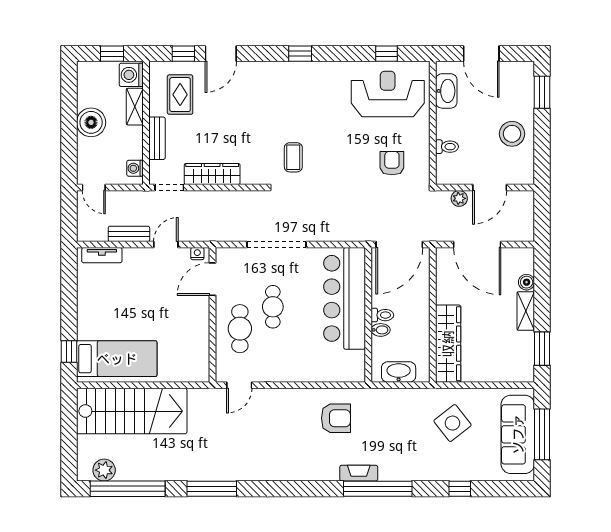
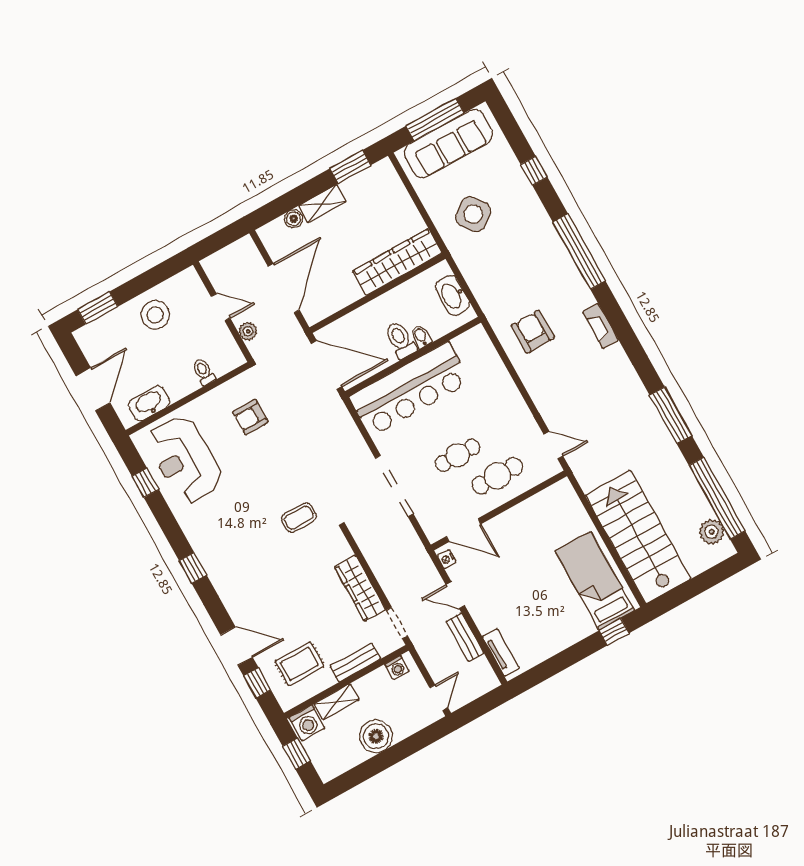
door: (490, 188) -> (221, 307), width x0.73
toilet: (382, 315) -> (400, 340), width x1.37, depth x1.39
fireplace: (359, 473) -> (601, 326), moved

